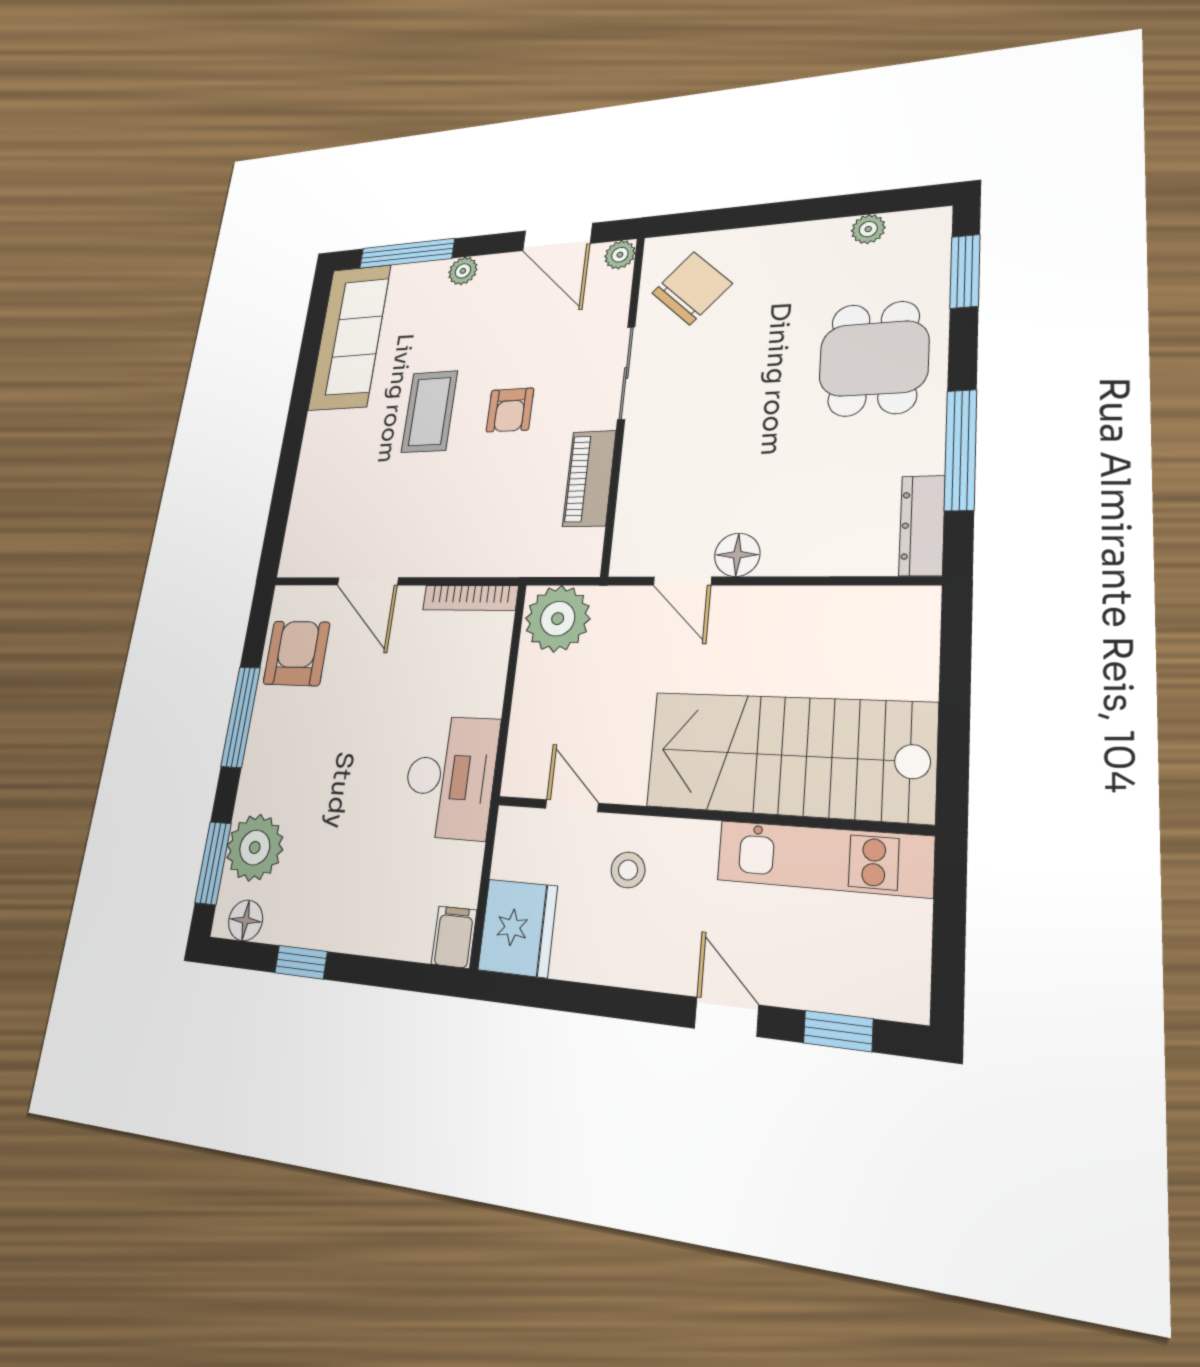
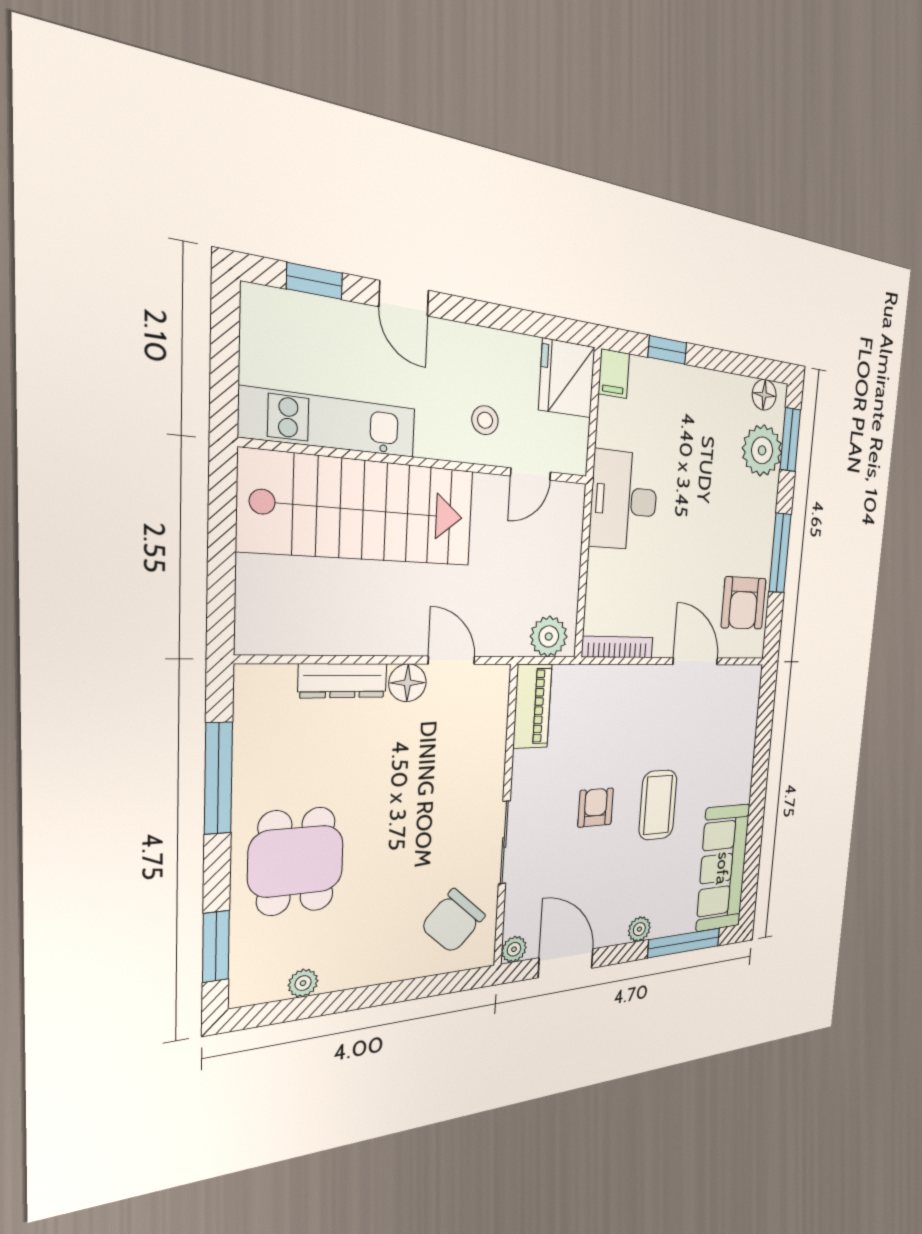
piano: (589, 478) -> (532, 706), moved
dresser: (922, 525) -> (343, 681), moved, turned 90
plant: (558, 619) -> (549, 636), width x0.73, depth x0.73
door: (572, 806) -> (531, 474), hinge flipped
window: (301, 962) -> (667, 350), moved

